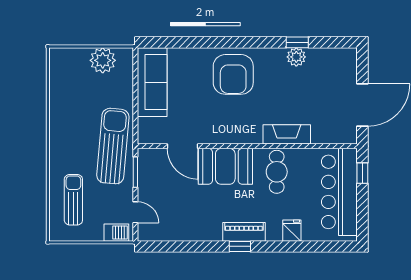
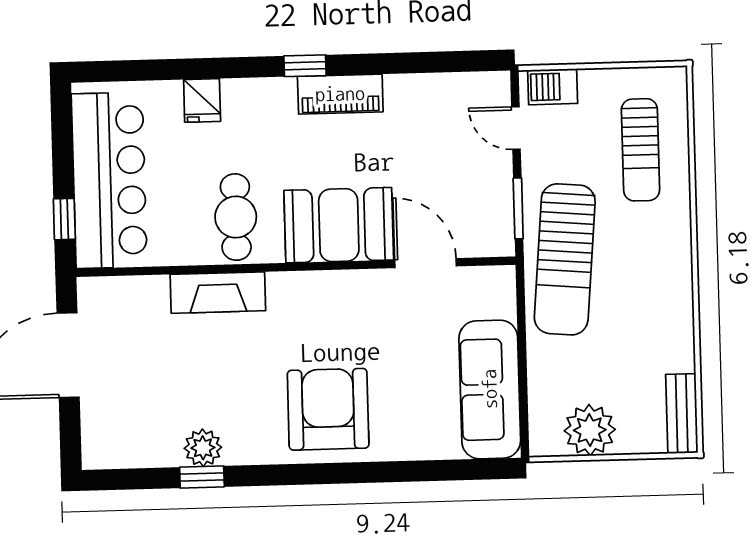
bench: (56, 67) -> (682, 414), added
piano: (244, 232) -> (340, 94), moved

